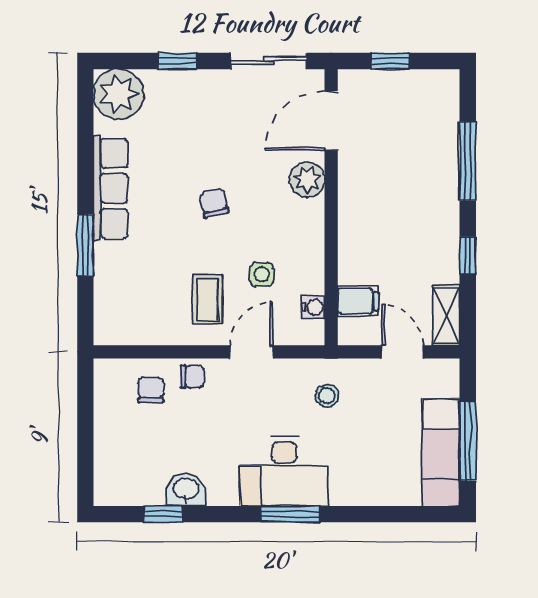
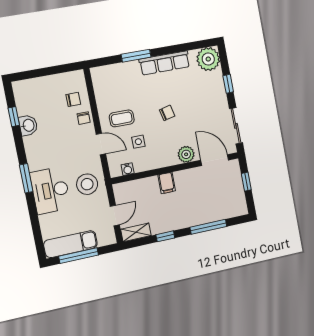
filing cabinet: (358, 301) -> (167, 183), moved
stool: (327, 396) -> (87, 184), width x1.89, depth x1.89
desk: (284, 471) -> (50, 190), moved

